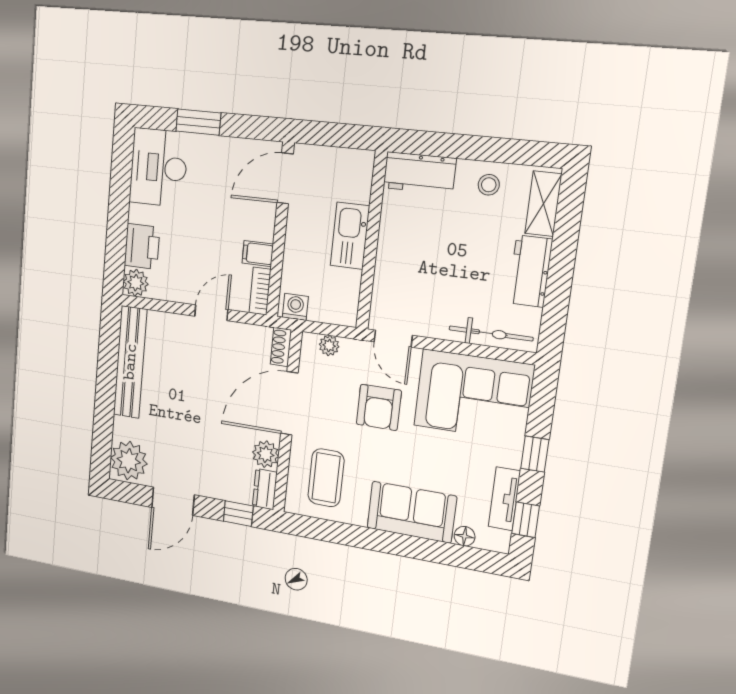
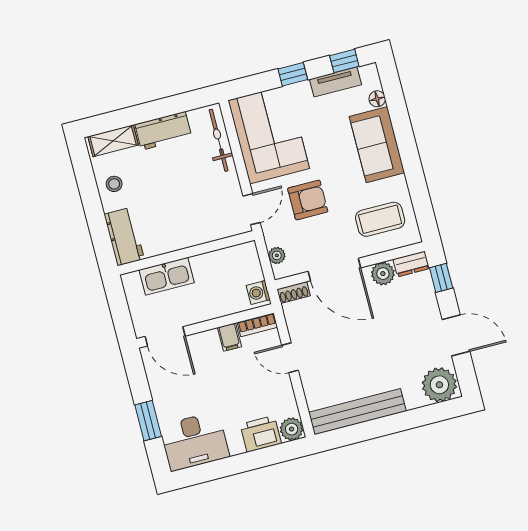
kitchen sink: (350, 236) -> (167, 276), moved

